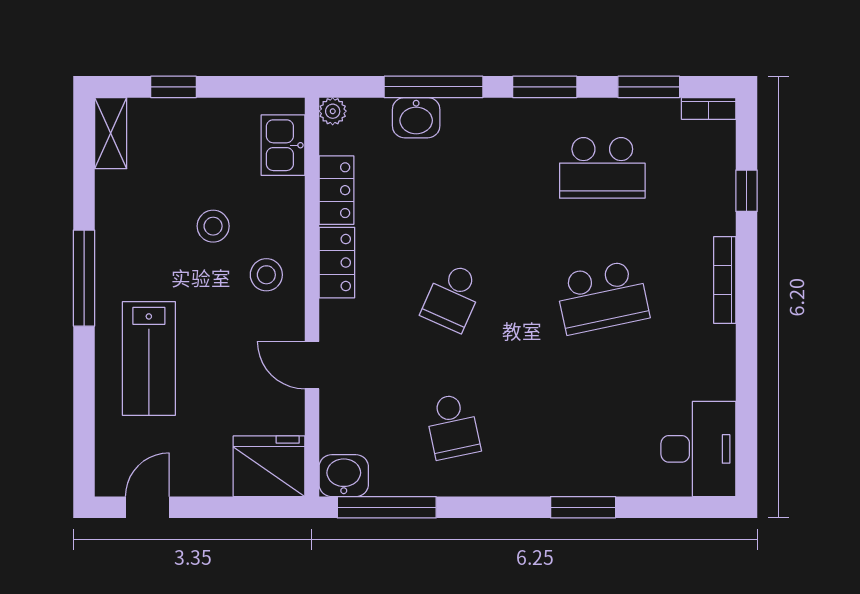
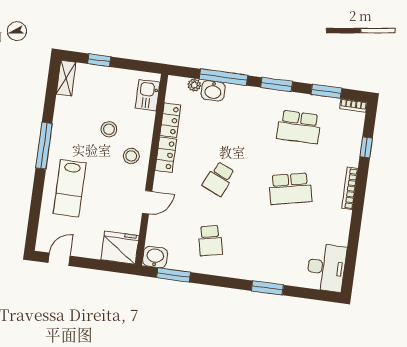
plant: (333, 111) -> (194, 85), moved
door: (312, 365) -> (147, 202), swing flipped
window: (387, 507) -> (174, 275), width x0.69

